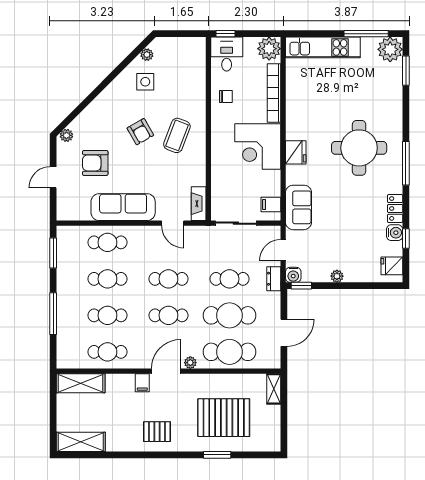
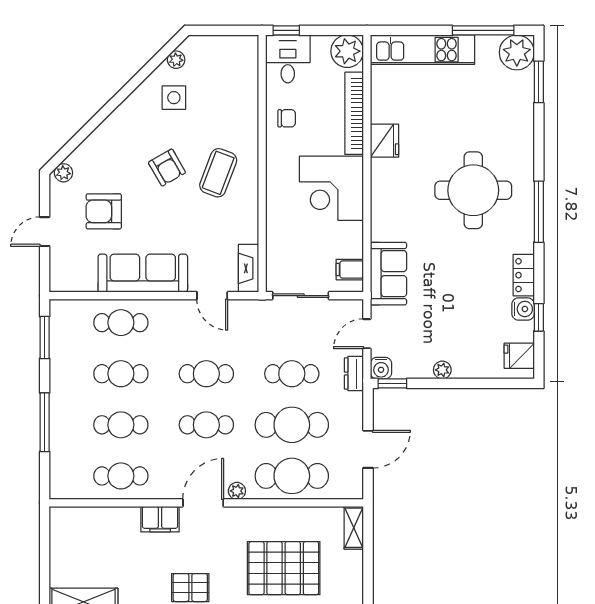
fridge: (296, 152) -> (385, 141), moved
shelving: (81, 383) -> (83, 520), removed
filing cabinet: (142, 383) -> (160, 519), width x2.00

